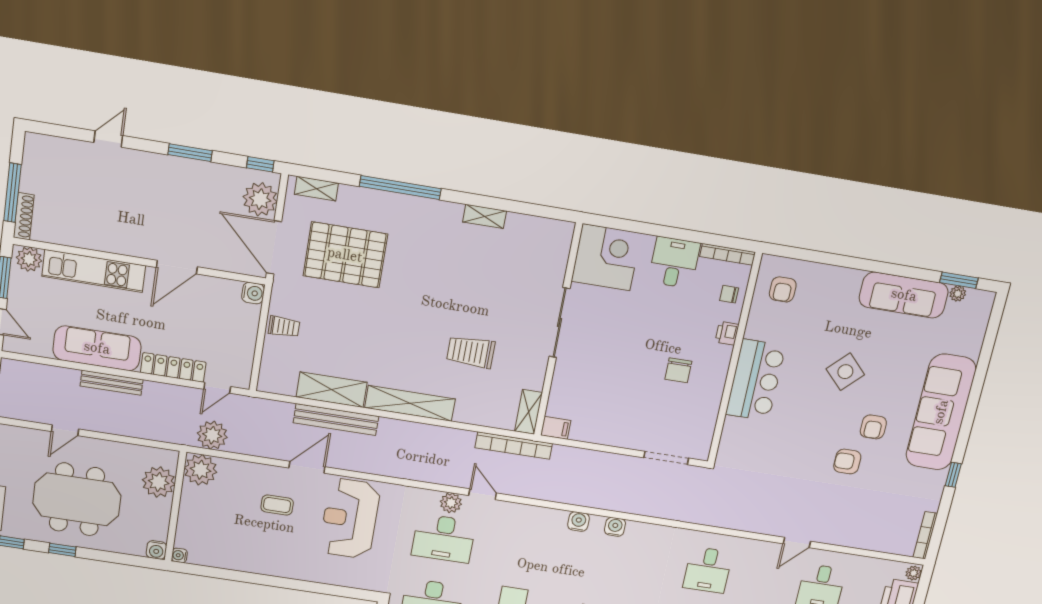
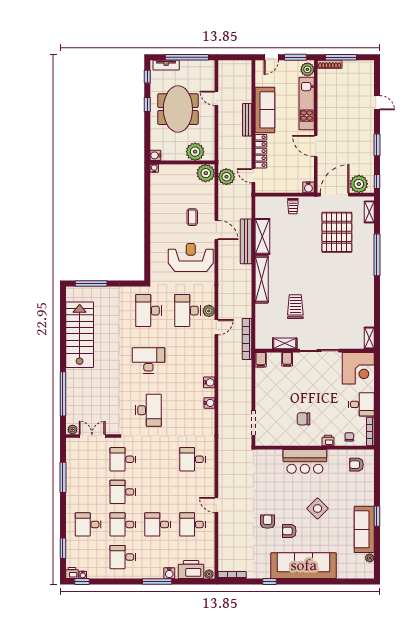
shelving: (485, 216) -> (369, 338), moved
window: (959, 280) -> (377, 516), moved
filing cabinet: (564, 382) -> (287, 359), added
shelving: (529, 412) -> (285, 343), moved

